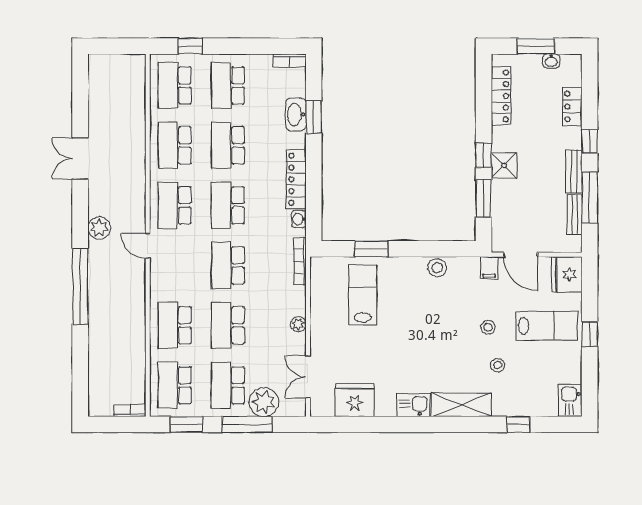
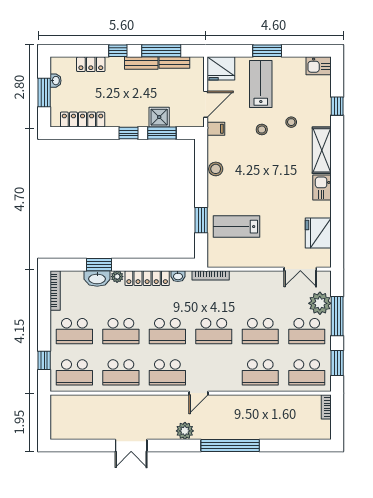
bookcase: (290, 60) -> (55, 290), width x1.56
shower: (504, 165) -> (159, 117), moved
plant: (298, 324) -> (117, 277), moved
window: (590, 334) -> (267, 51), width x1.50

